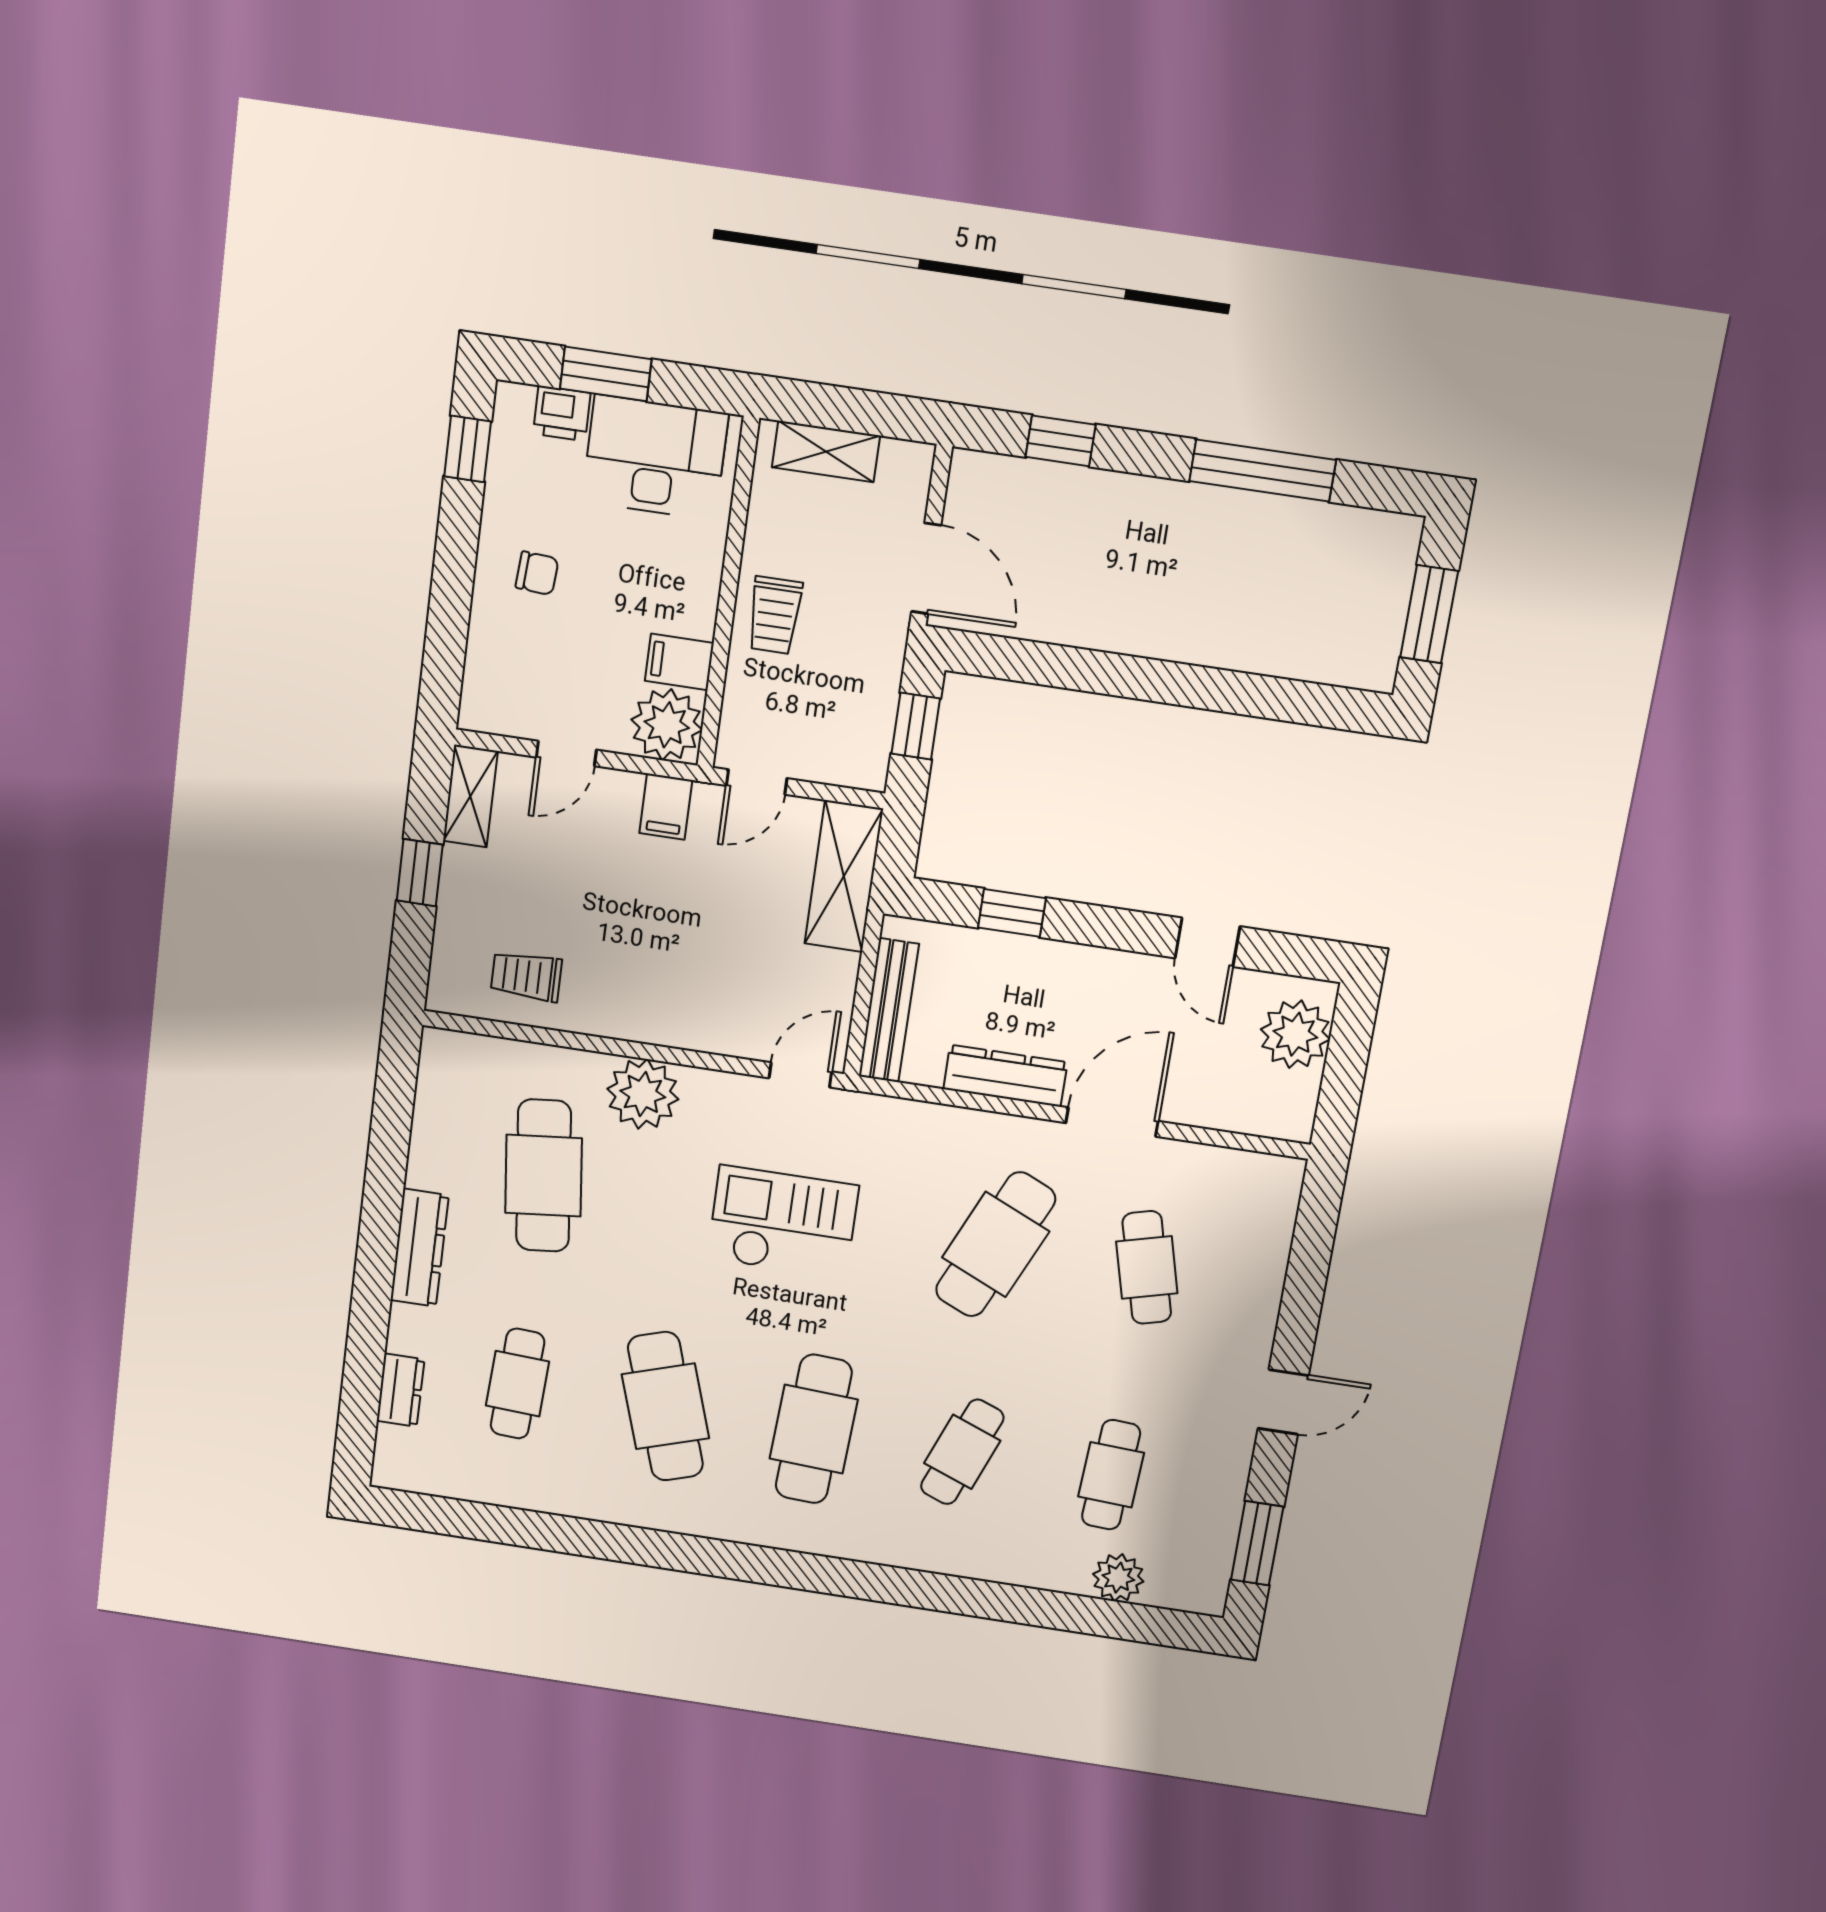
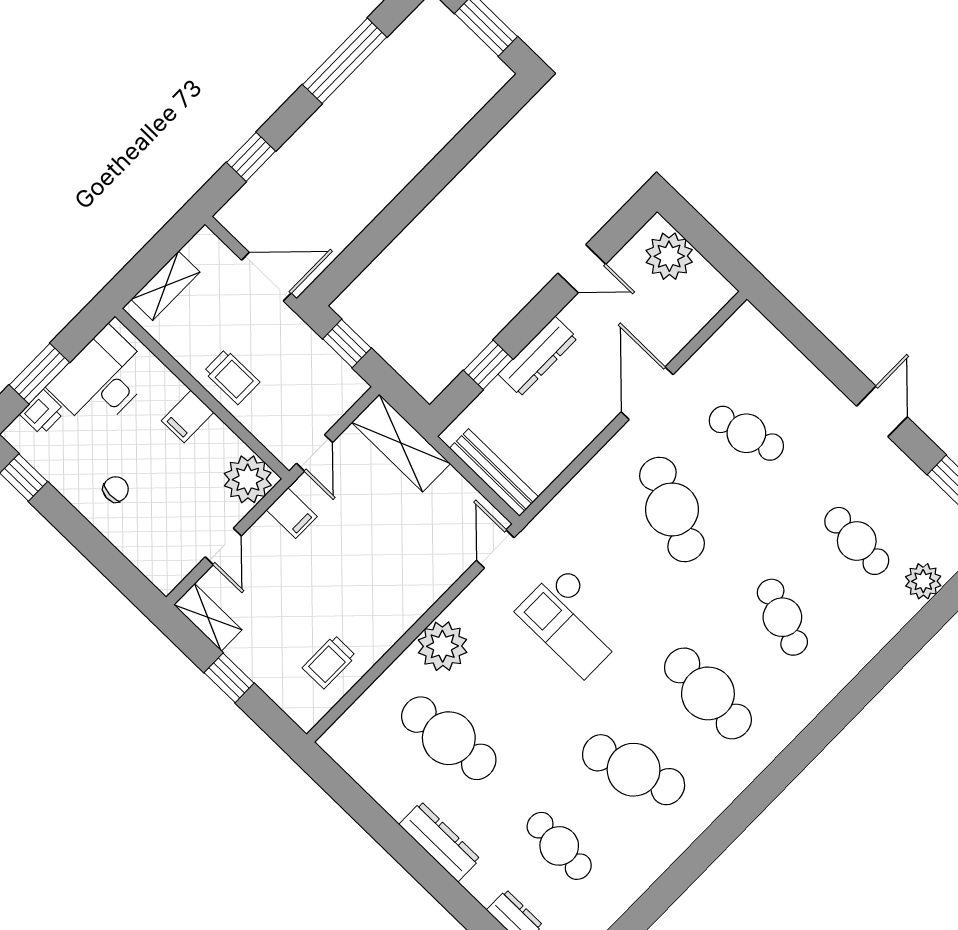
filing cabinet: (679, 662) -> (188, 417), moved
dresser: (1005, 1076) -> (538, 356), moved, turned 180
checkout: (783, 1222) -> (573, 621), turned -90

